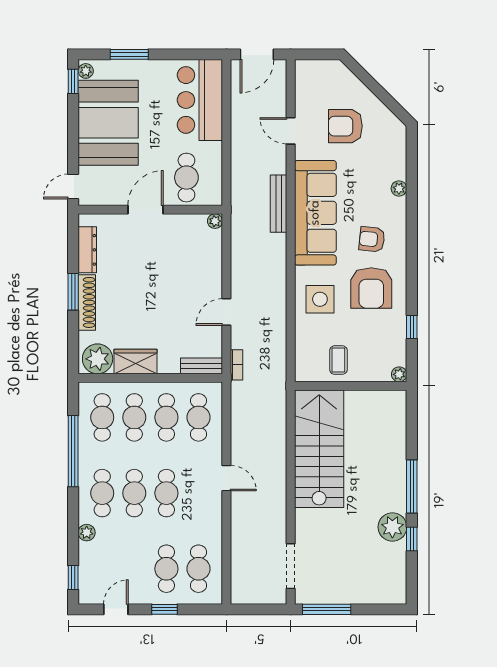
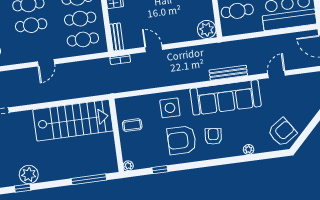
armchair: (345, 126) -> (282, 132), moved, turned 56
plant: (215, 221) -> (207, 29), width x1.88, depth x1.88
window: (412, 486) -> (89, 179), moved

